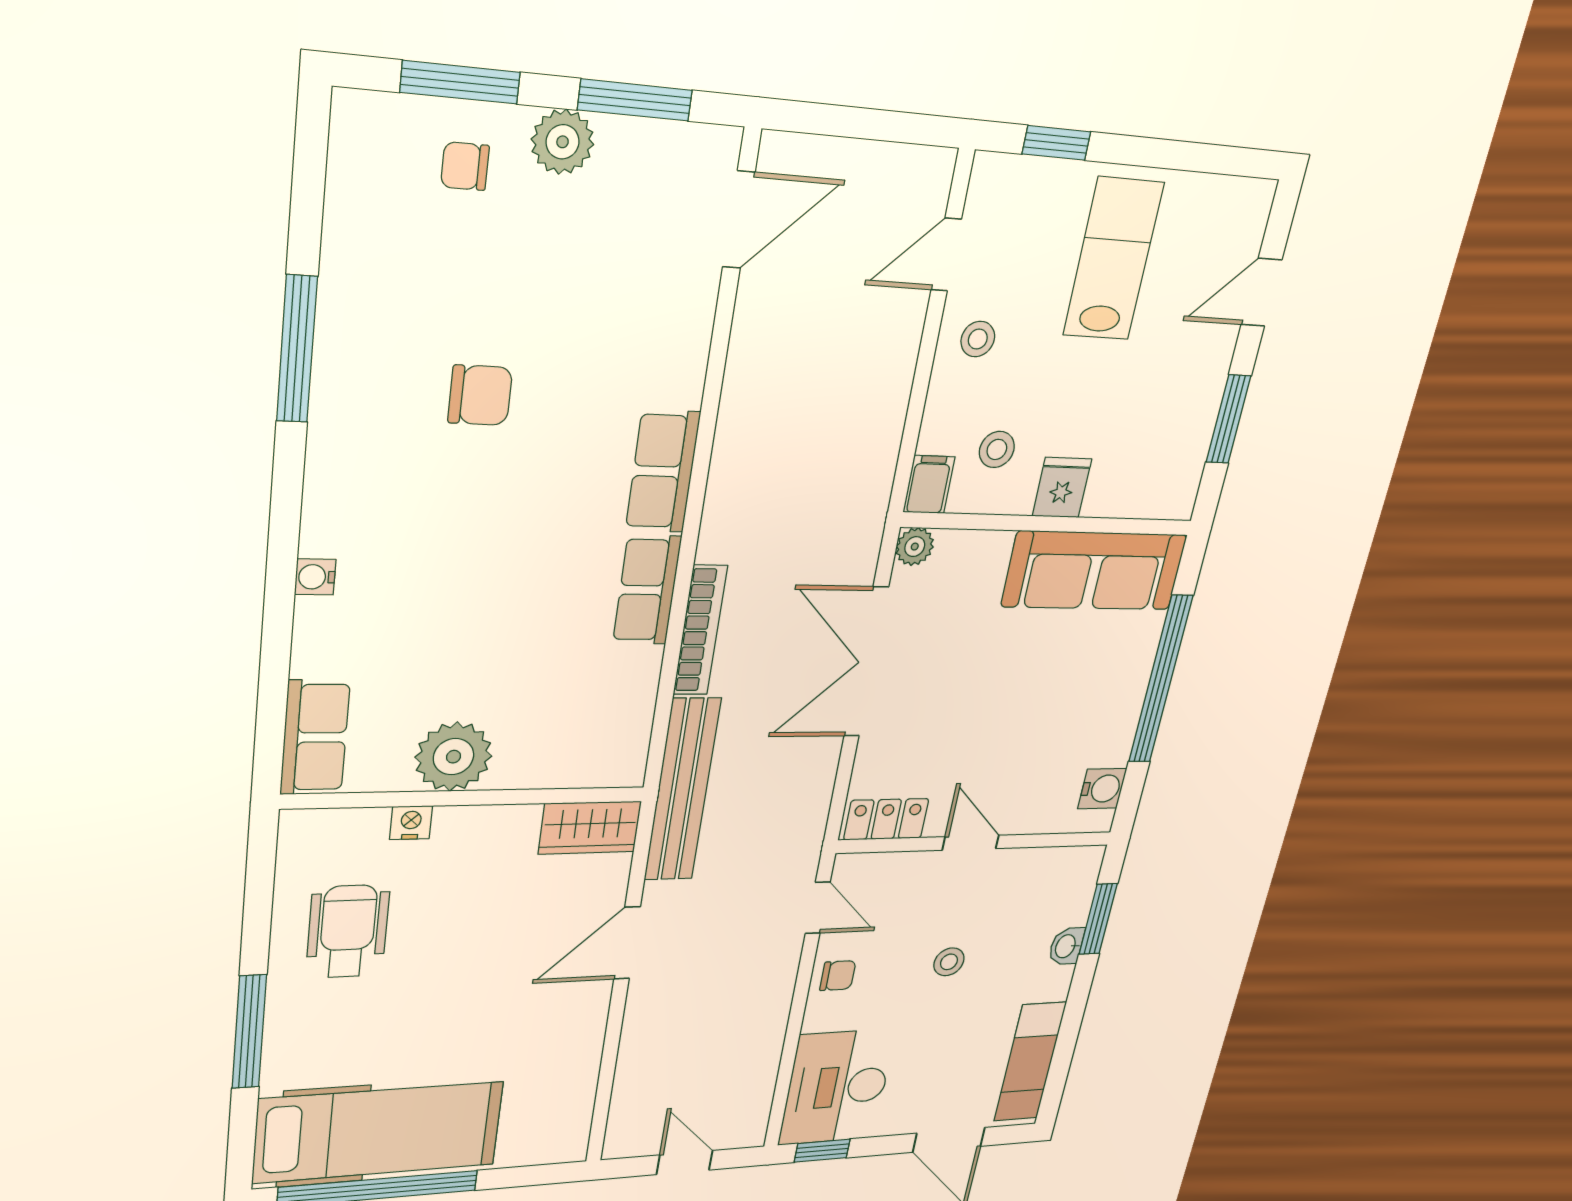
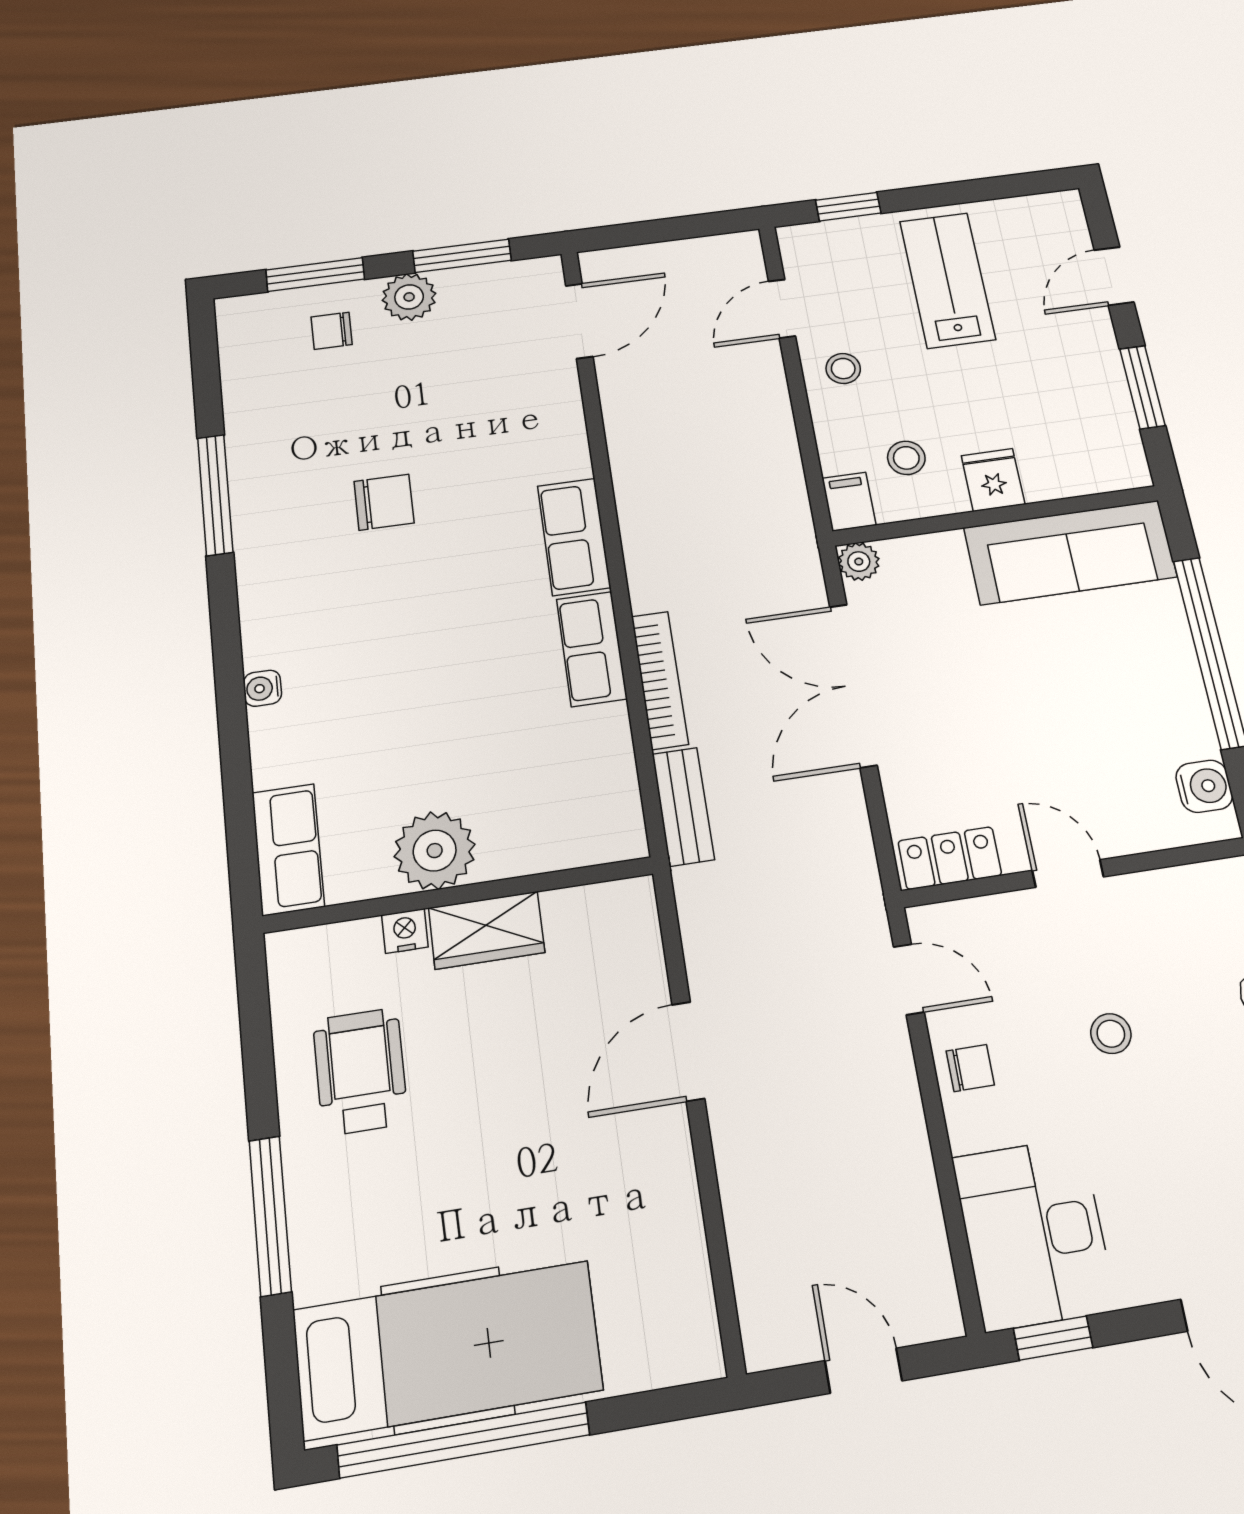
bench: (682, 790) -> (683, 807), width x0.54, depth x0.82
wardrobe: (590, 828) -> (487, 930), moved

